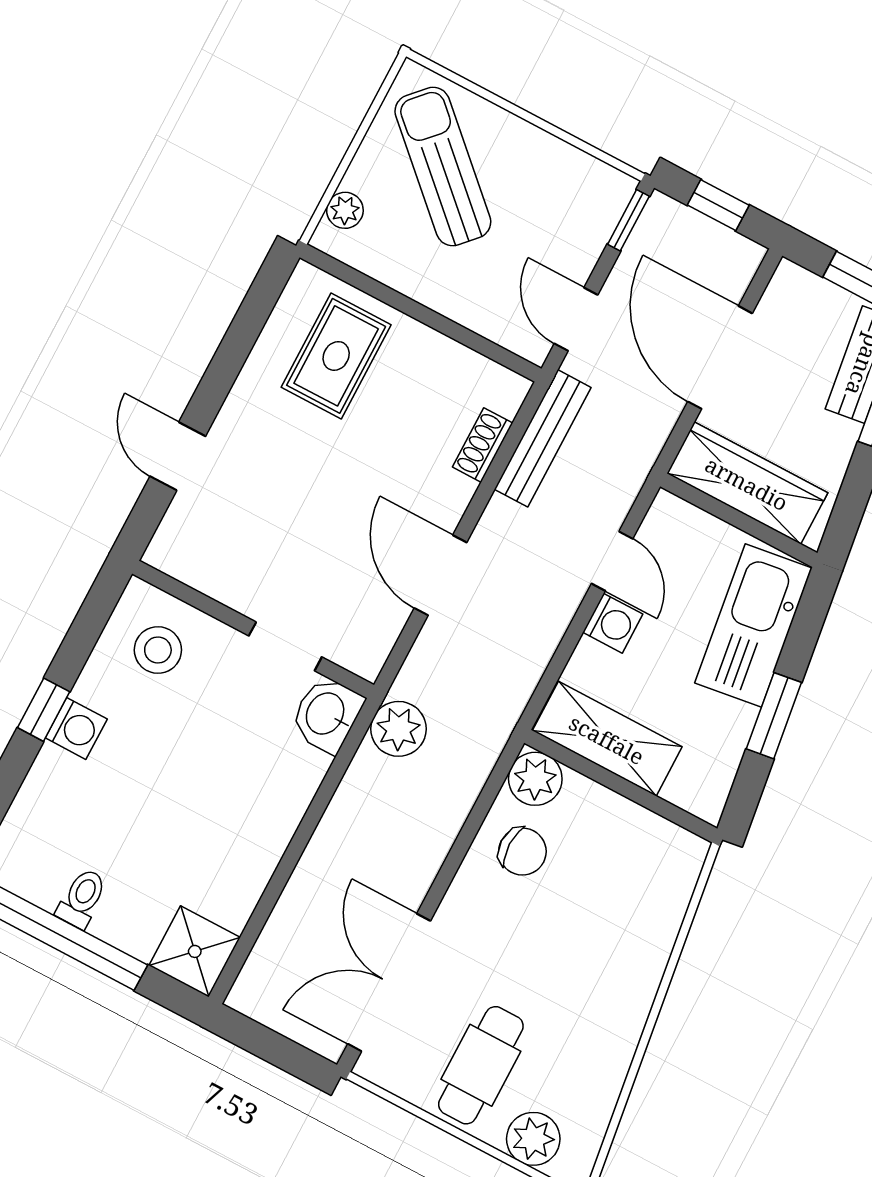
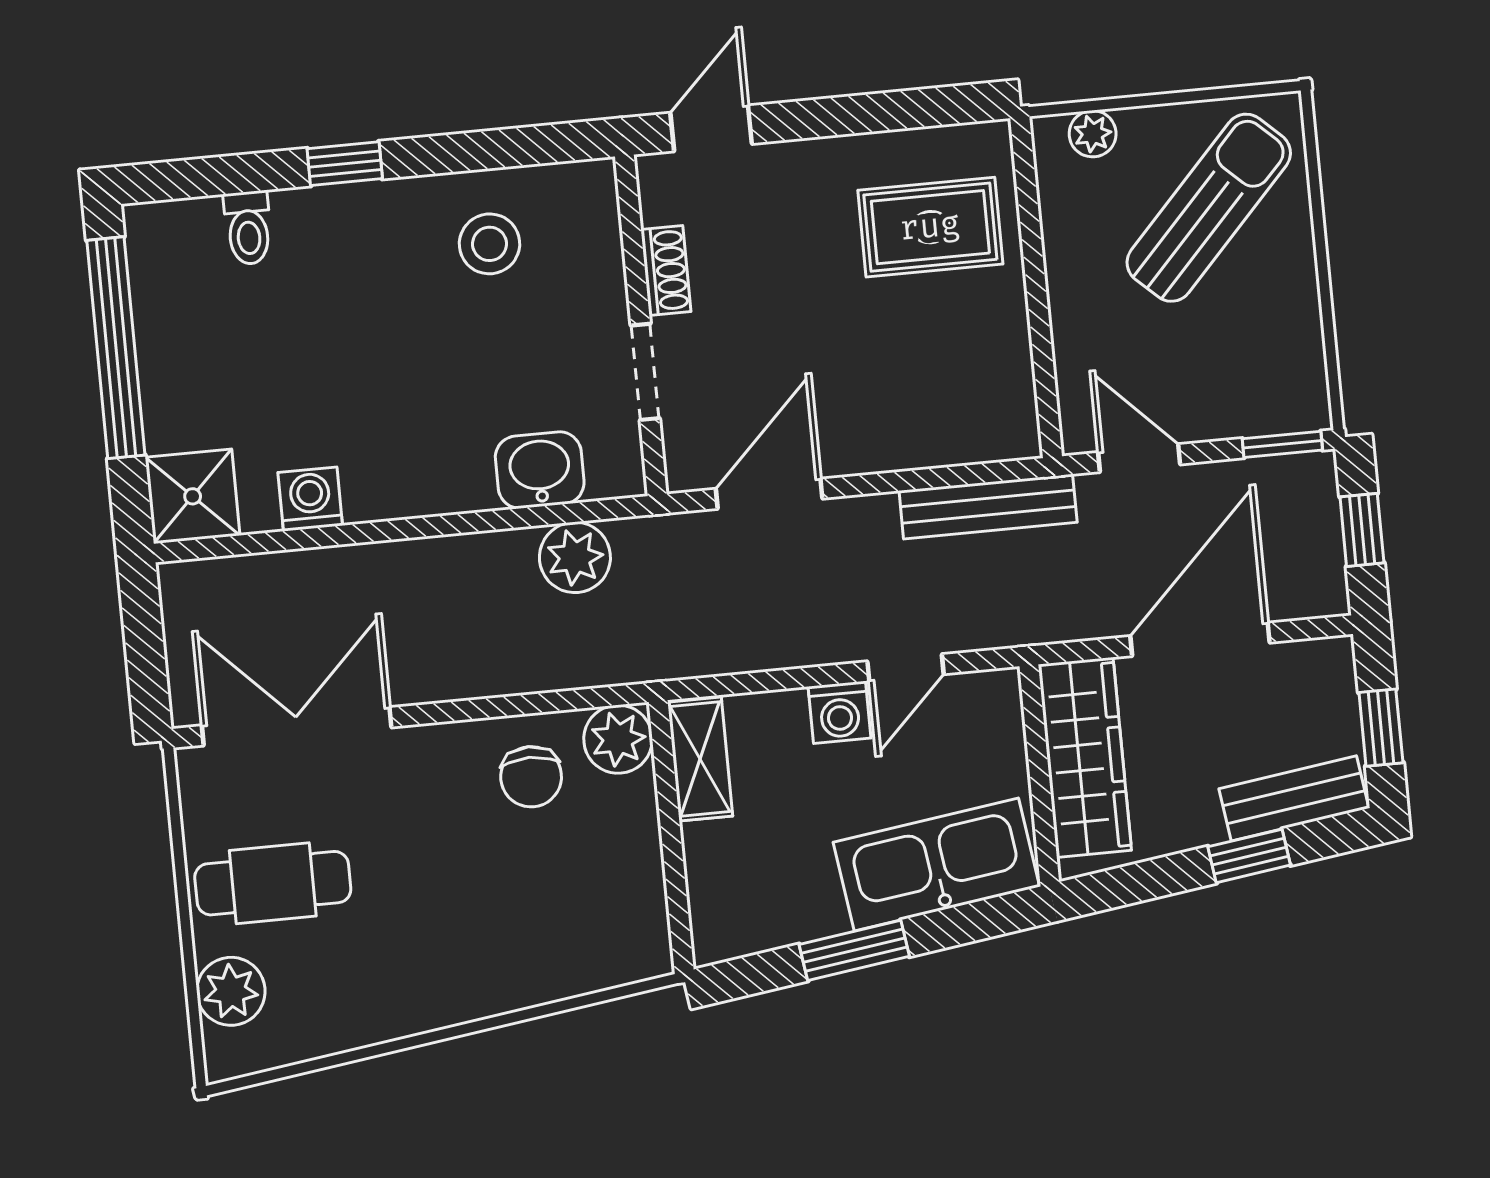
door: (576, 319) -> (1139, 458), hinge flipped
shoe rack: (483, 445) -> (666, 271), moved, turned 90
wall: (253, 629) -> (641, 325), moved
doorway: (285, 646) -> (645, 372), moved
washing machine: (76, 728) -> (310, 499), moved, turned 180
shelving: (607, 739) -> (700, 759), width x0.67, depth x0.75
toilet: (82, 898) -> (248, 228), moved, turned 90

